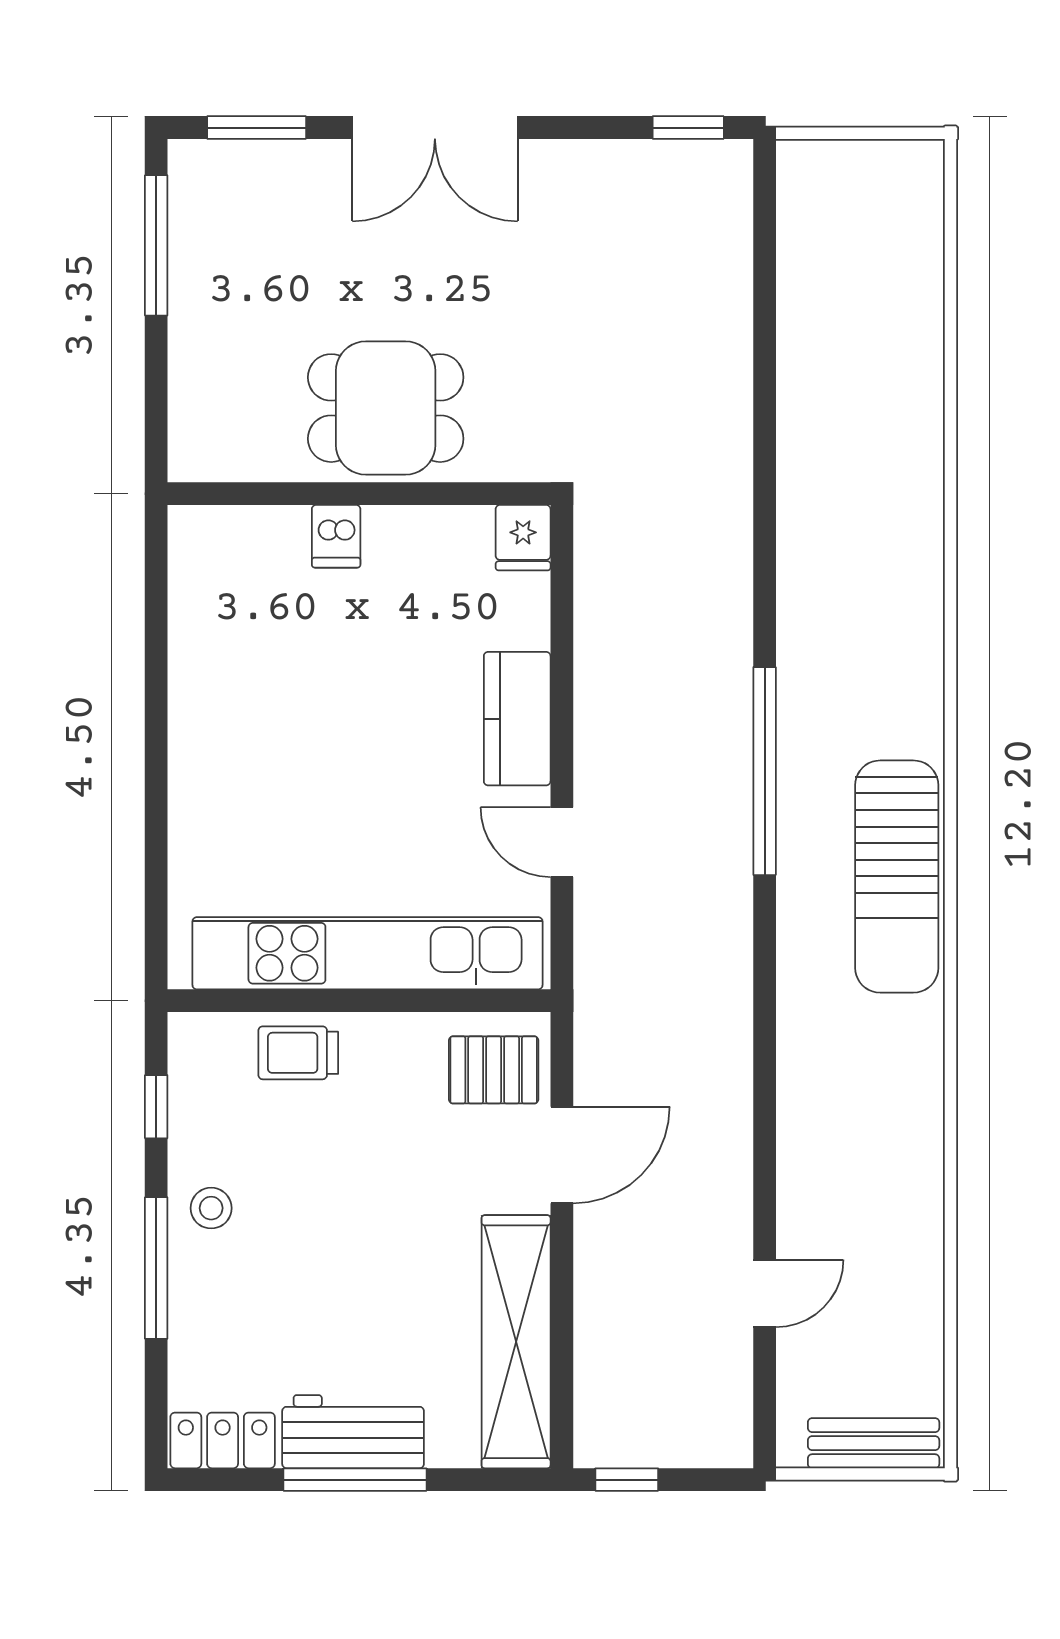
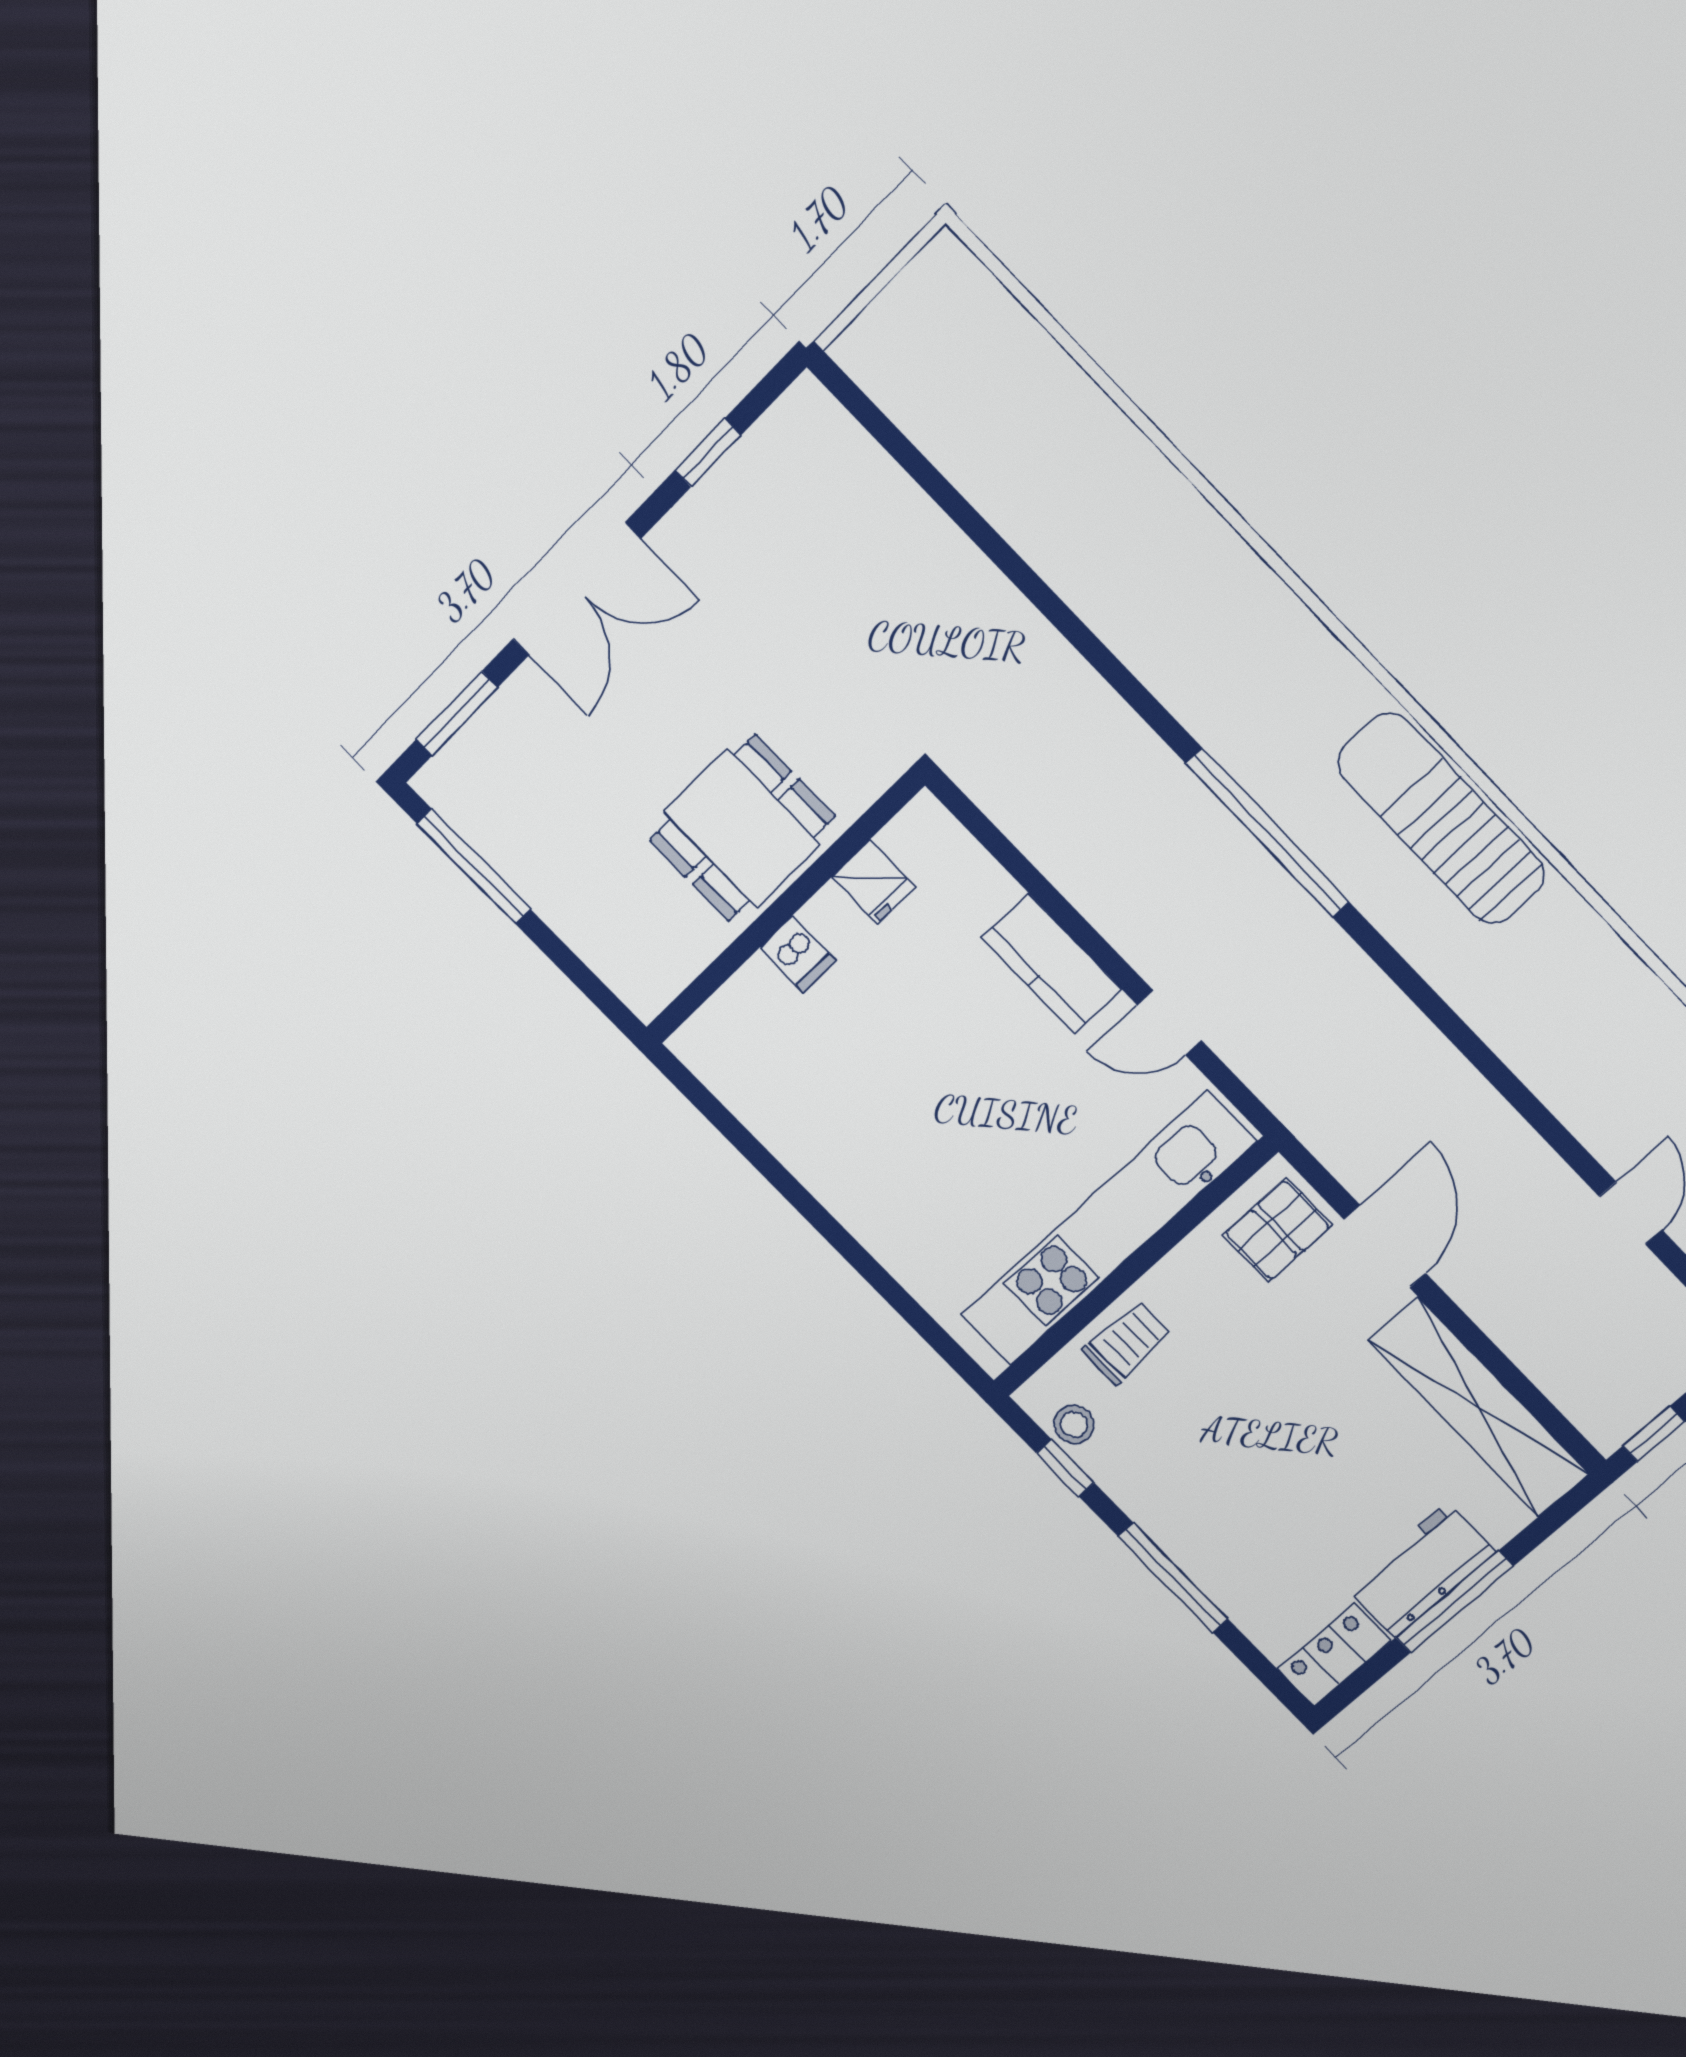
window: (688, 128) -> (708, 453), moved
fridge: (523, 538) -> (874, 882), moved
sun lounger: (897, 877) -> (1441, 819), turned 180
trolley: (298, 1053) -> (1127, 1343), turned 180
stool: (211, 1208) -> (1074, 1424), moved

